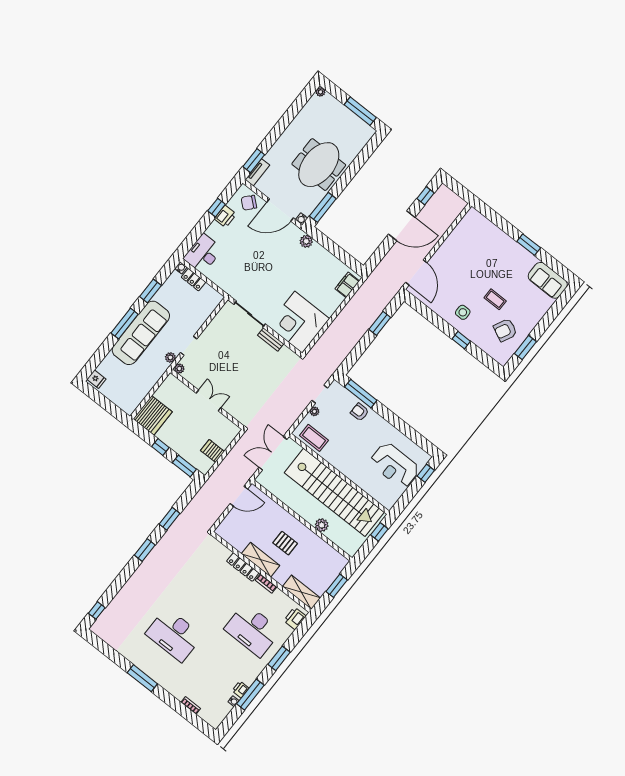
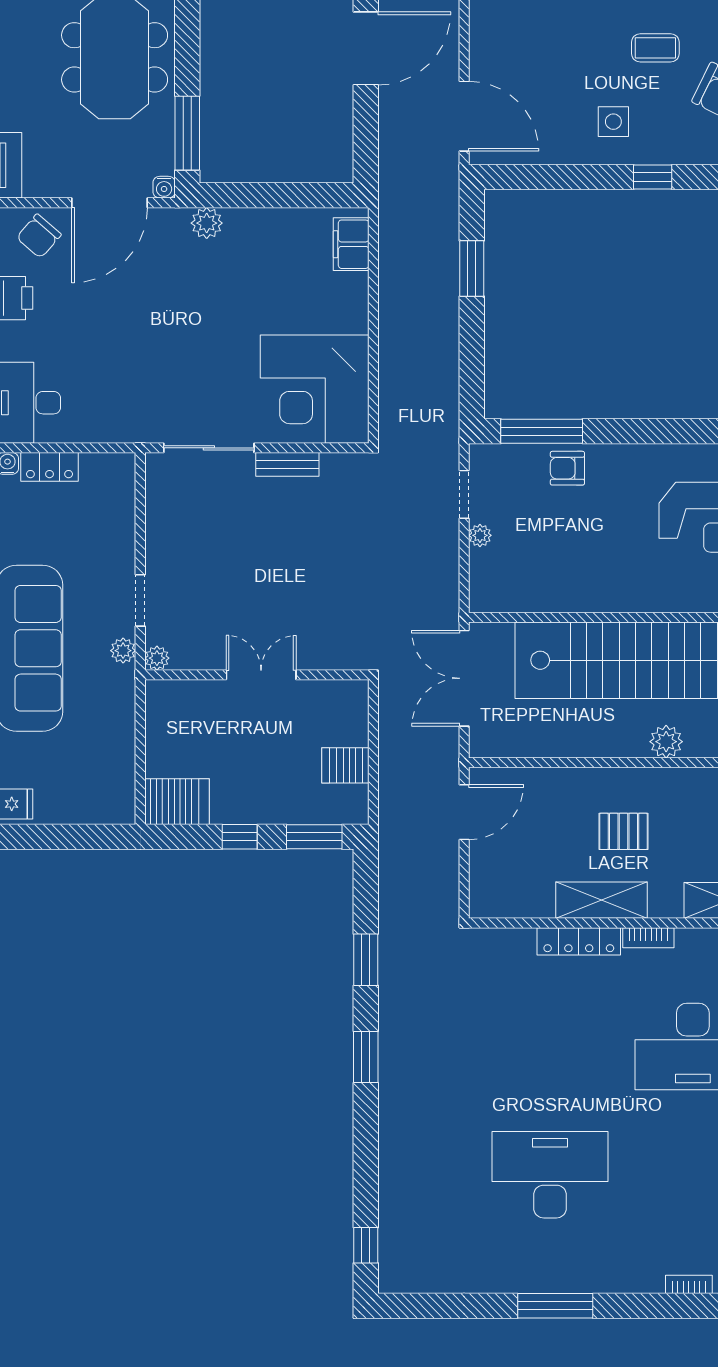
server rack: (153, 415) -> (177, 802), width x0.62
coffee table: (314, 438) -> (519, 587), removed
desk: (174, 635) -> (550, 1175), turned 180

